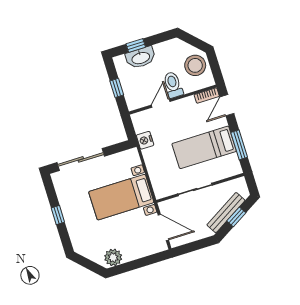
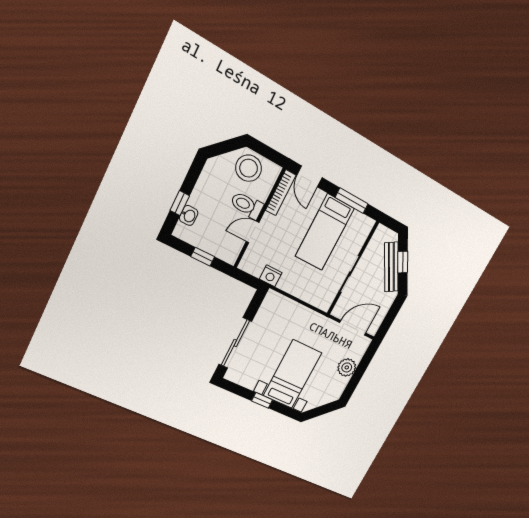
washbasin: (141, 58) -> (189, 215), width x0.52, depth x0.69
bookcase: (207, 96) -> (281, 193), width x1.56
door: (161, 103) -> (253, 232), hinge flipped
bed with nightstands: (121, 197) -> (292, 374), moved, turned 180
plant: (113, 257) -> (347, 367), moved

